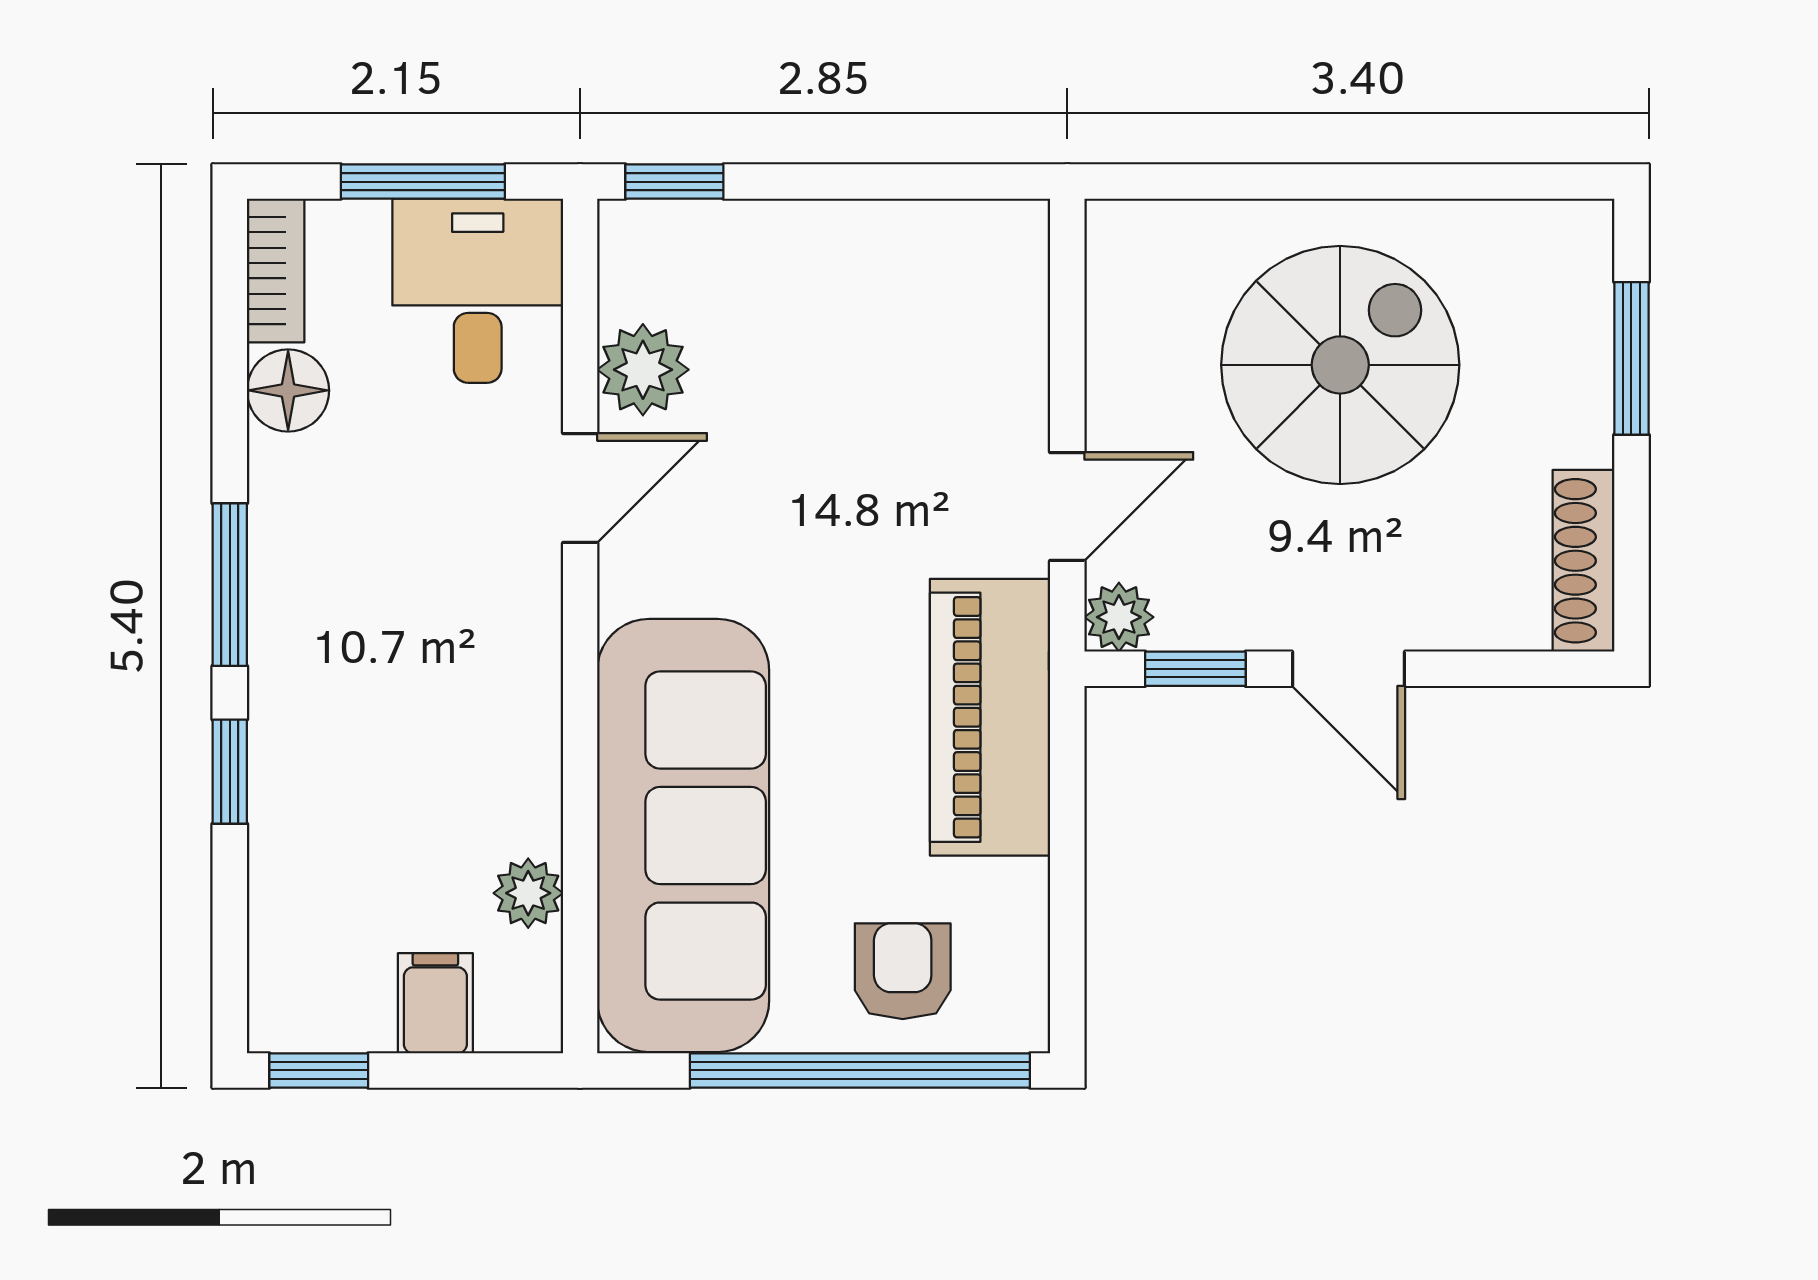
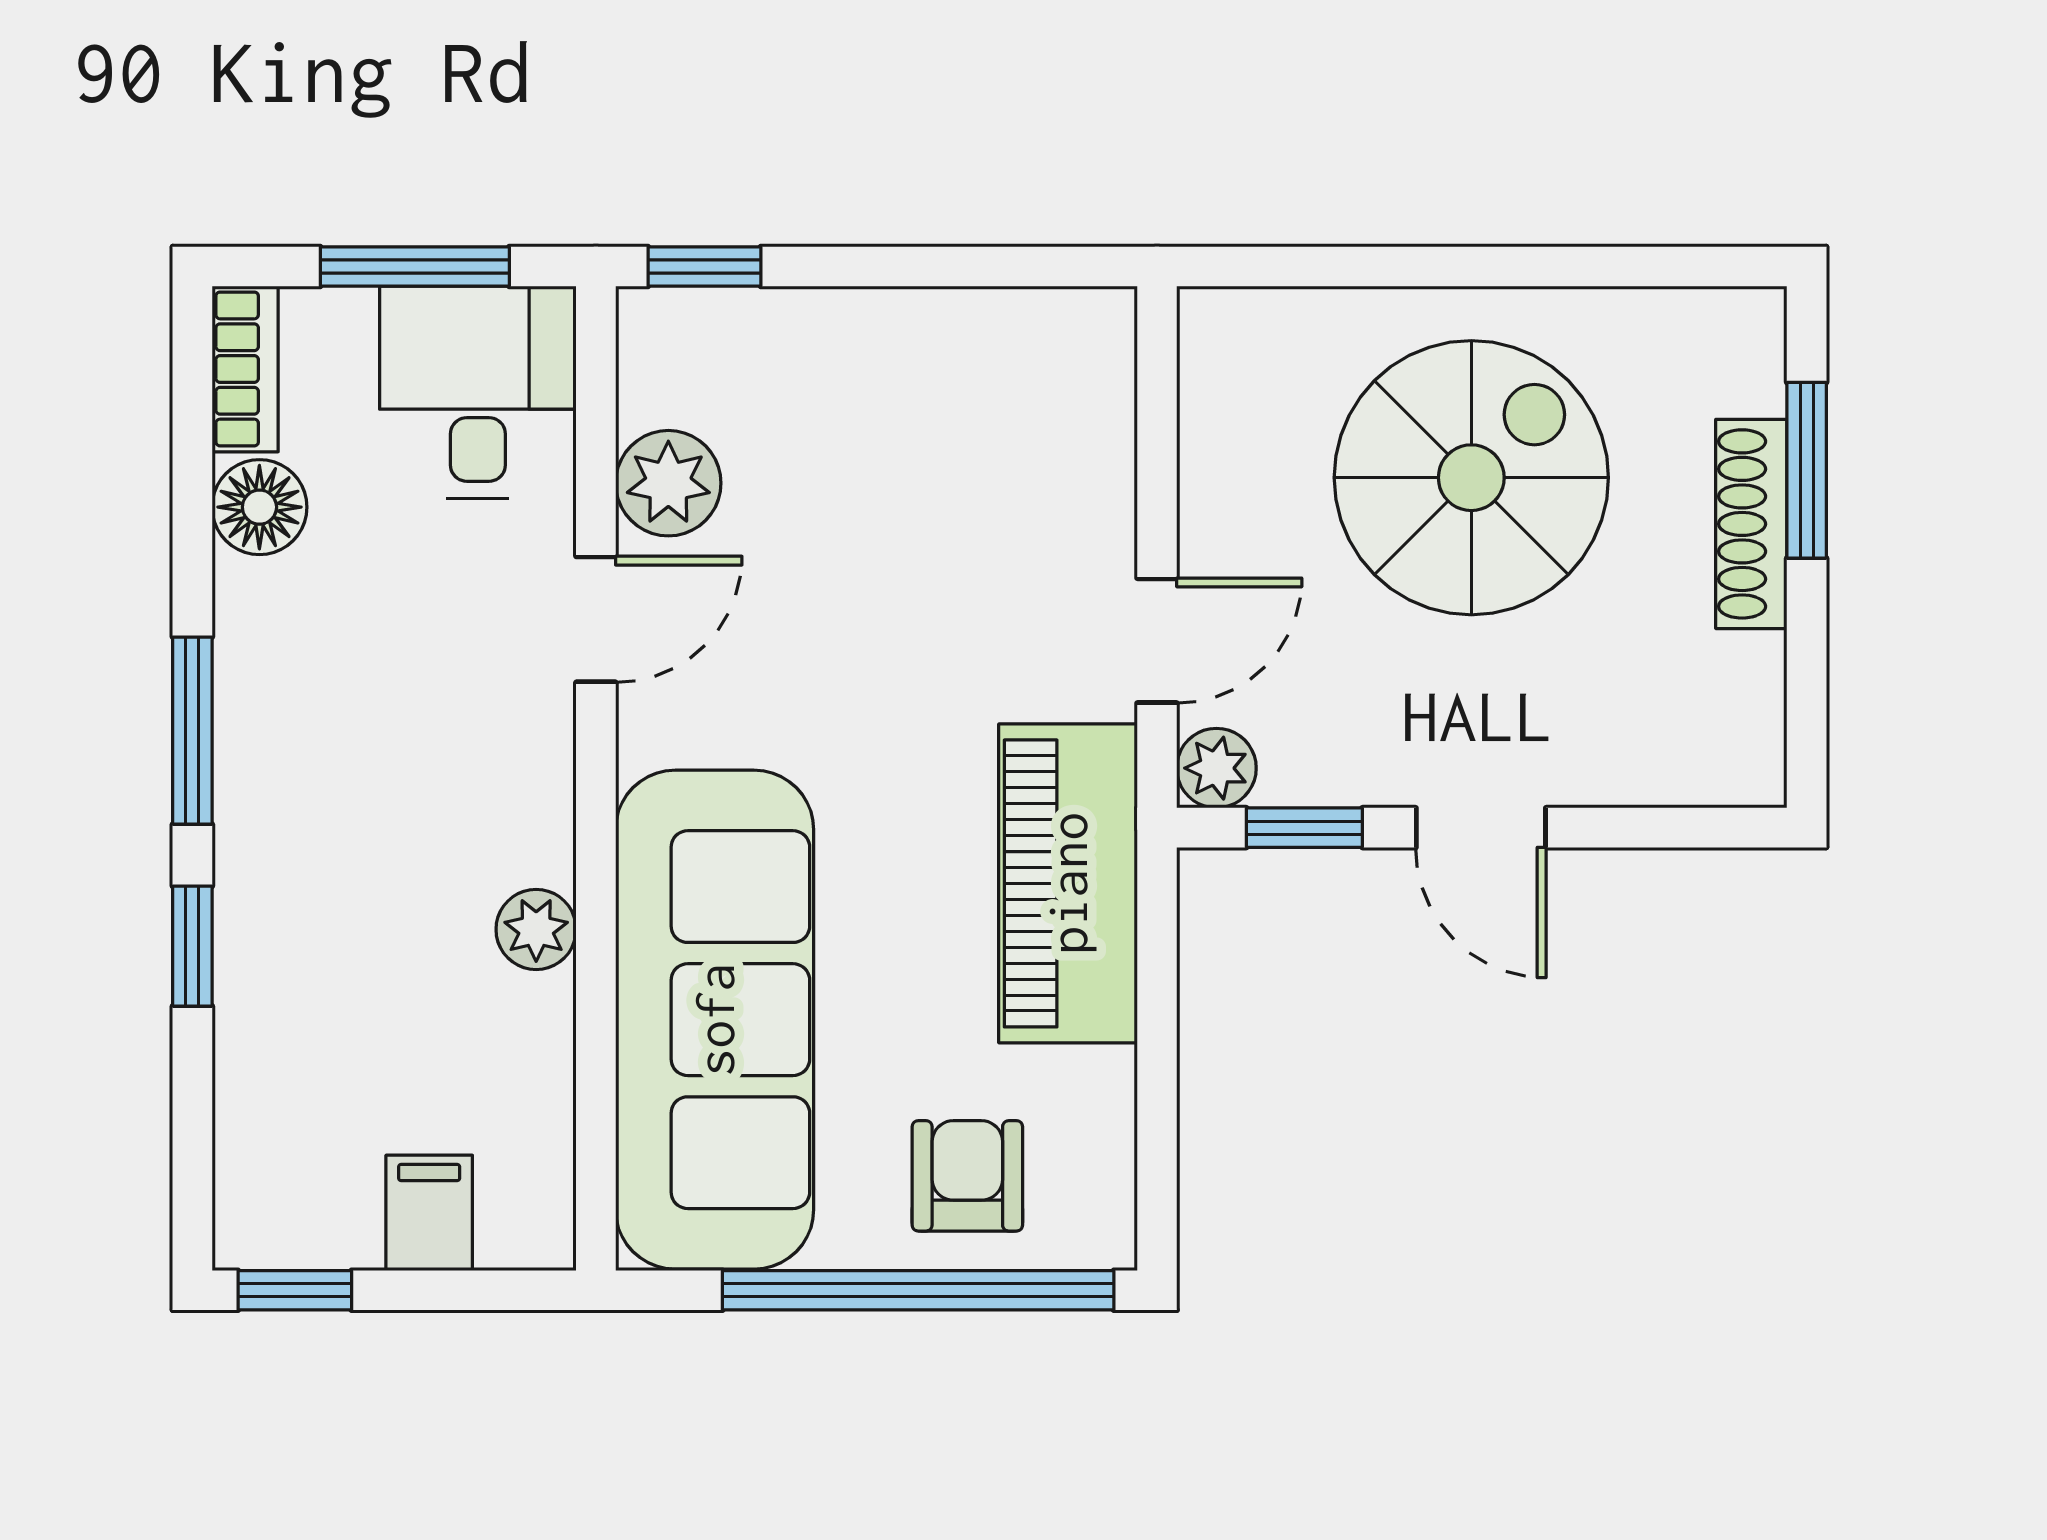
shoe rack: (1583, 561) -> (1751, 524), moved
plant: (528, 893) -> (536, 929), moved

